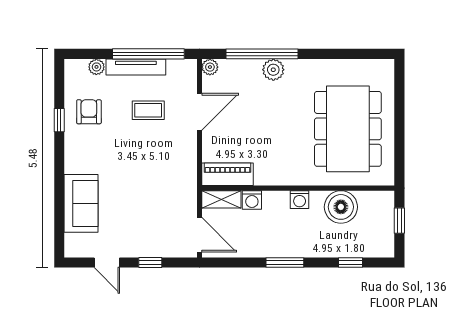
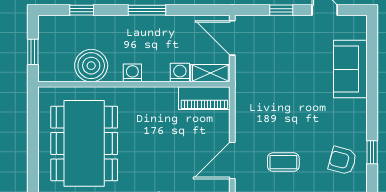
armchair: (89, 112) -> (343, 161), turned 105

